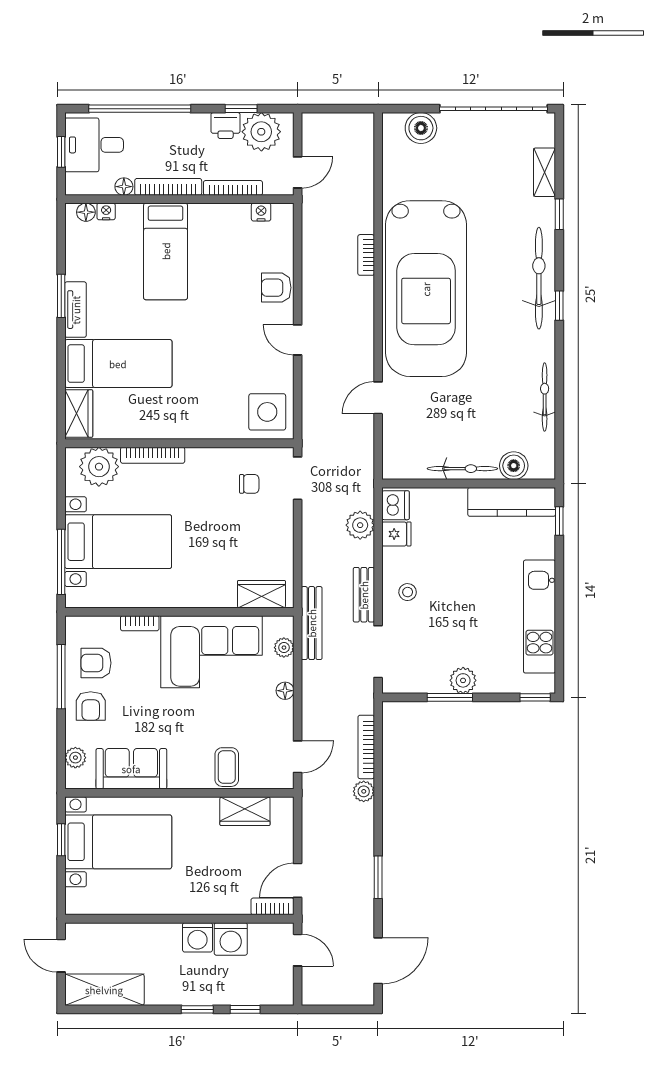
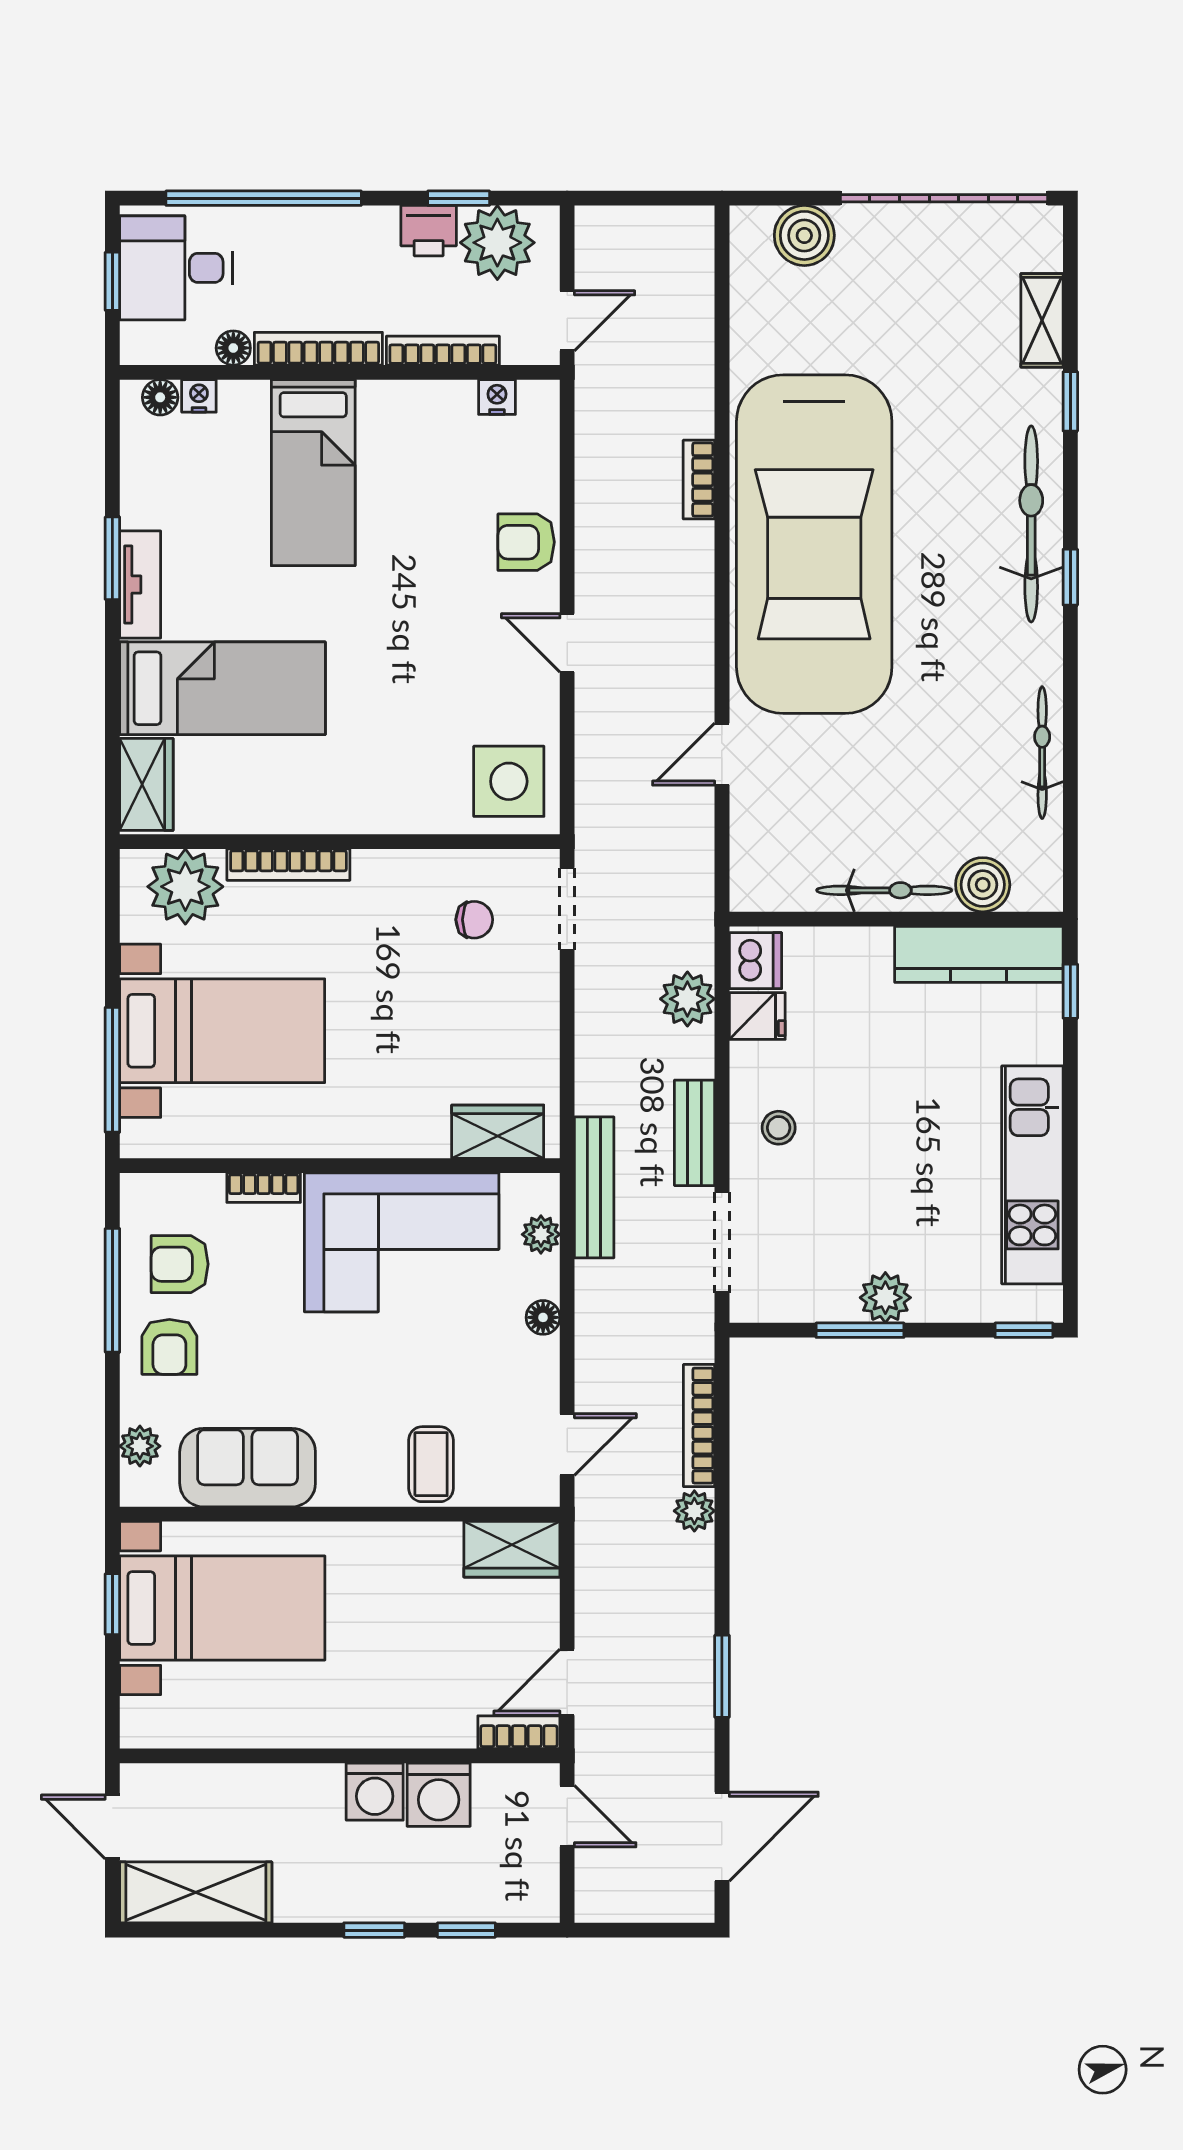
wardrobe: (245, 811) -> (512, 1549), moved

